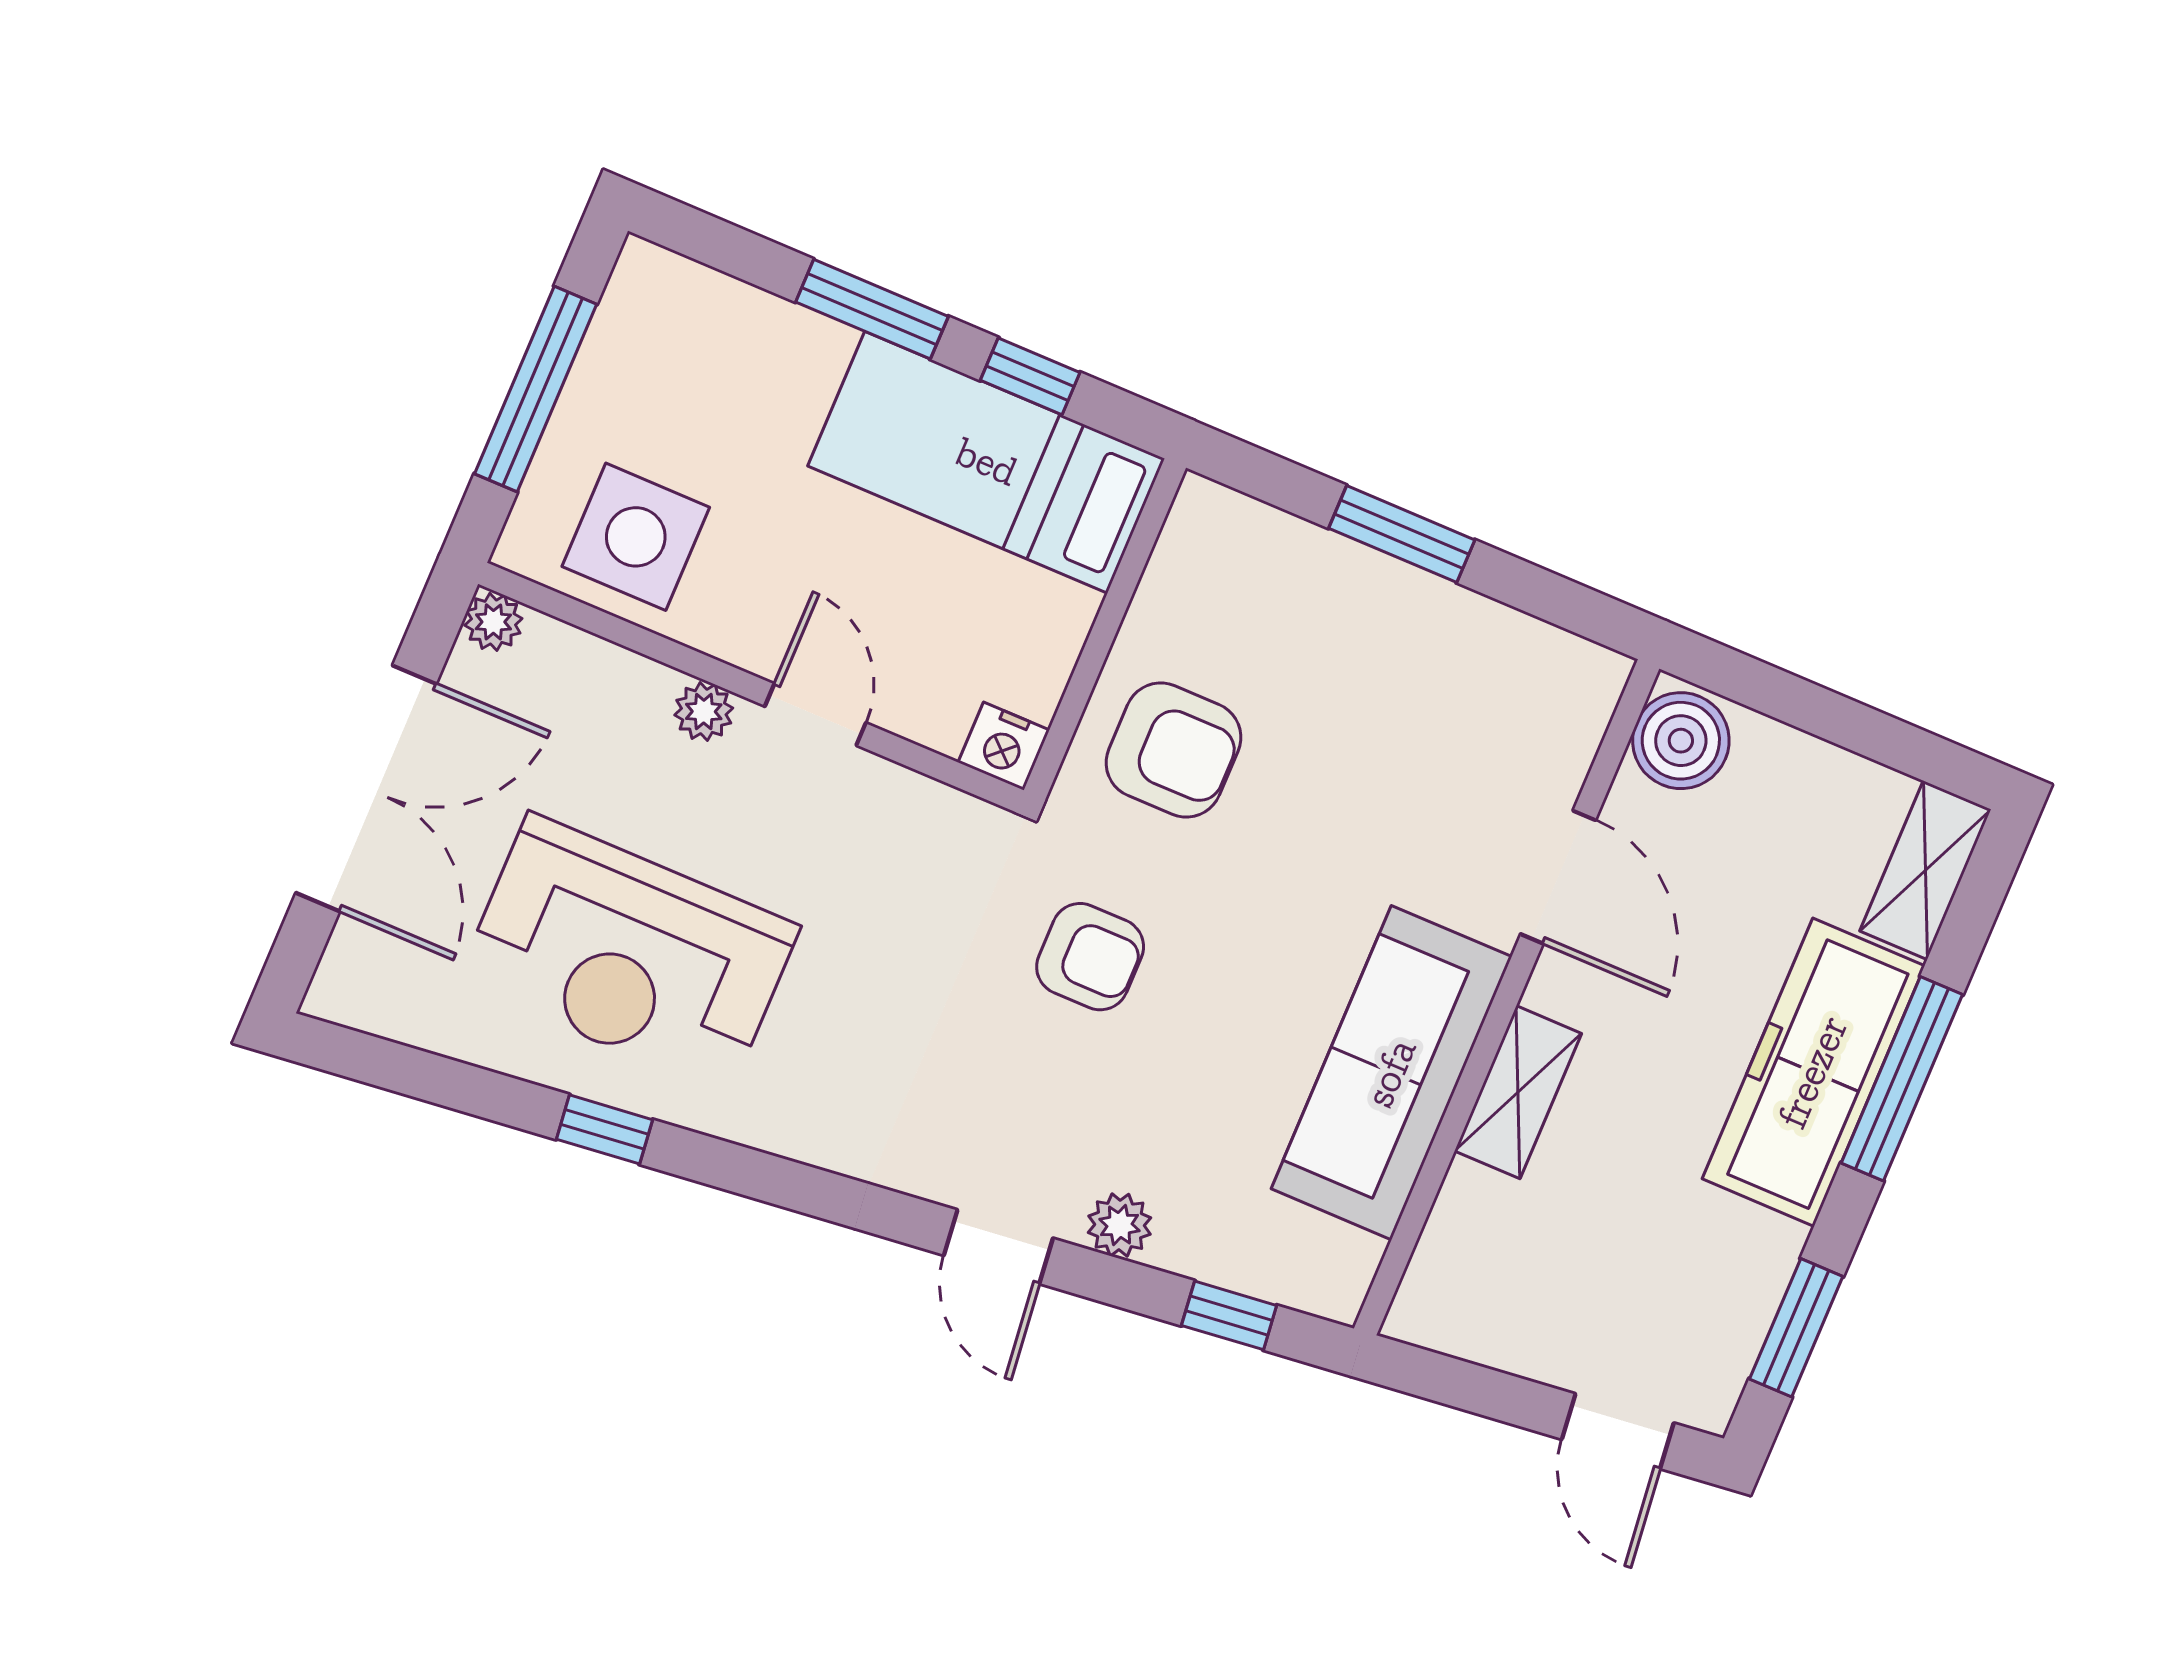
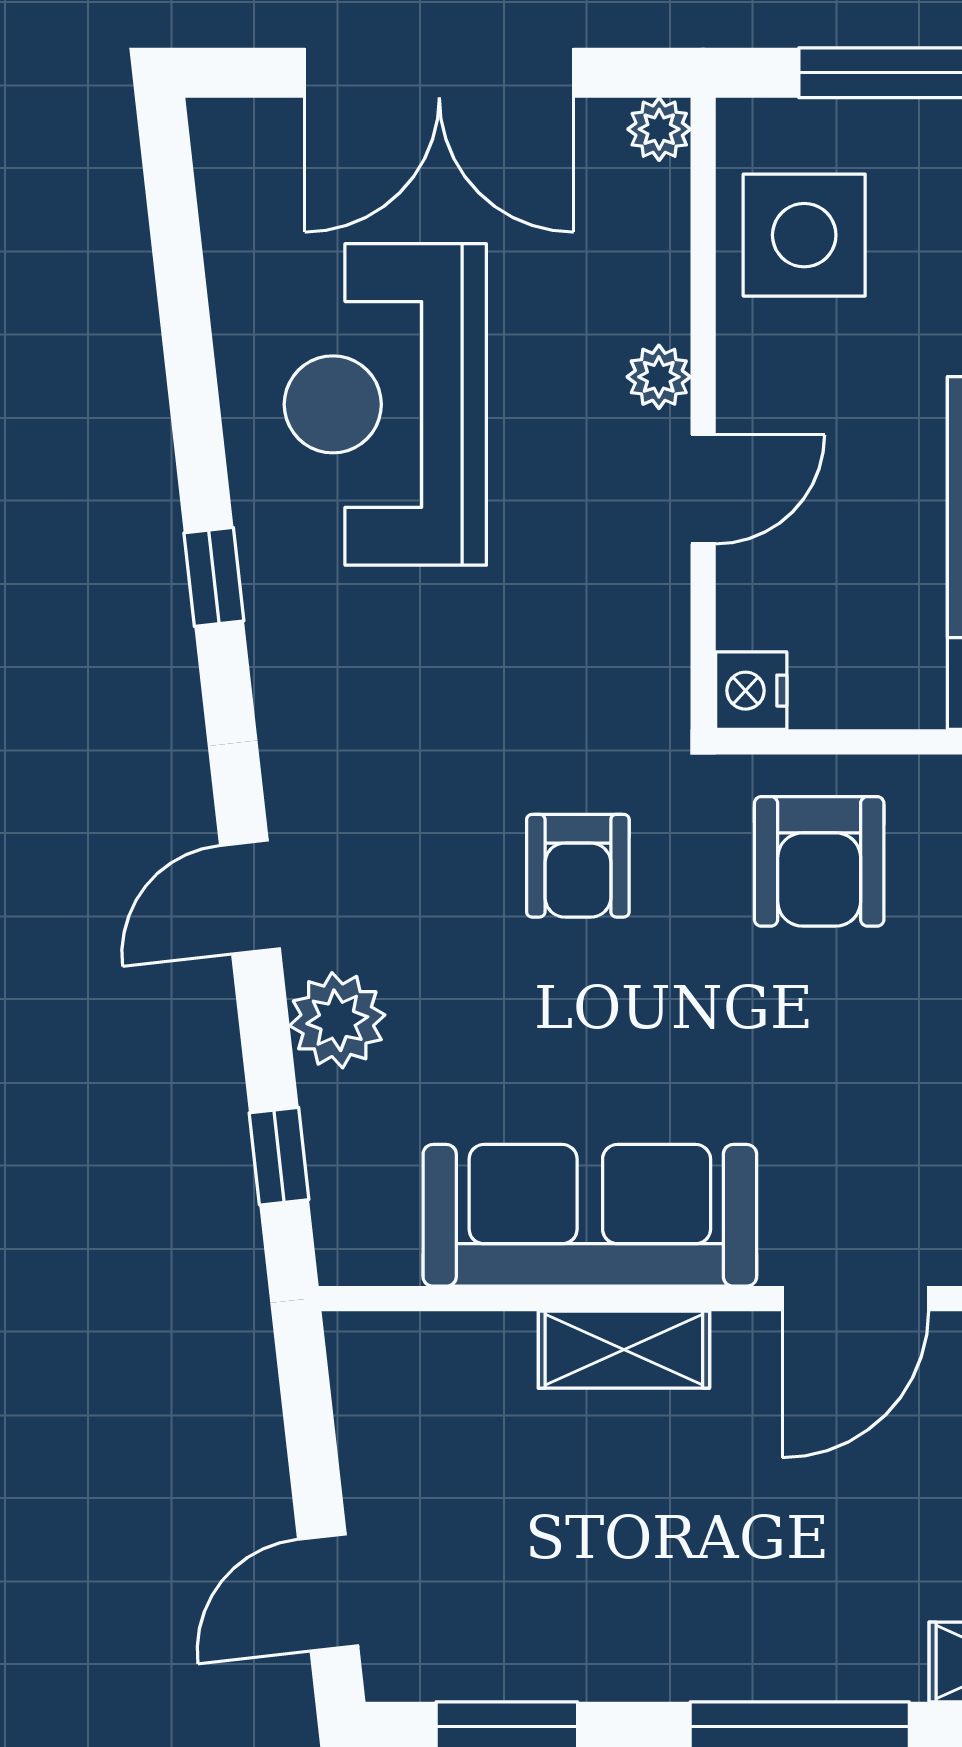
freezer: (1813, 1072) -> (769, 1636), removed
window: (605, 1129) -> (214, 577), moved
plant: (1120, 1225) -> (337, 1020), width x1.38, depth x1.38

